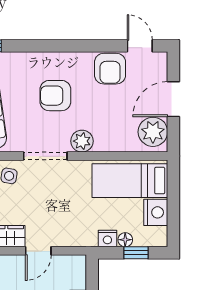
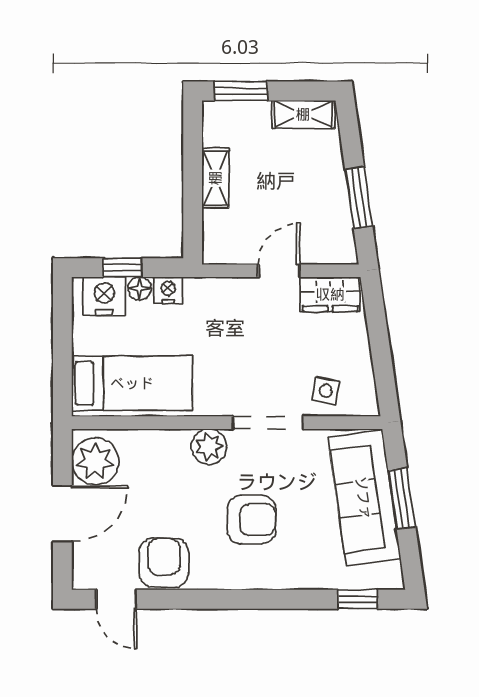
nightstand: (156, 212) -> (104, 296), moved, turned 90

